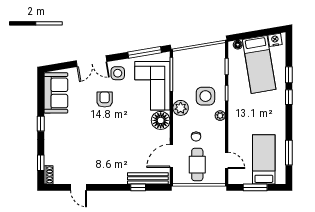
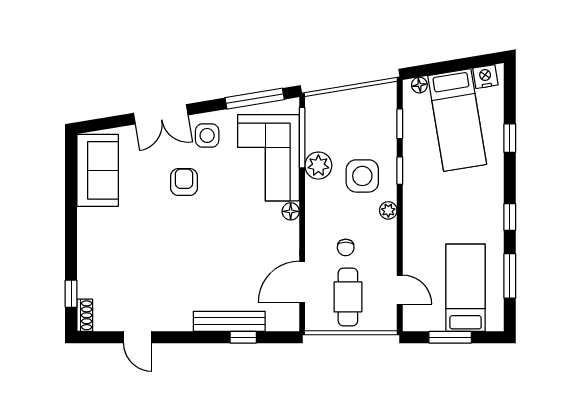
window: (289, 97) -> (510, 217), moved
plant: (181, 108) -> (318, 166), moved
floor lamp: (161, 120) -> (291, 211), width x0.53, depth x0.53
window: (41, 124) -> (71, 225), removed
bench: (148, 178) -> (229, 321), moved

